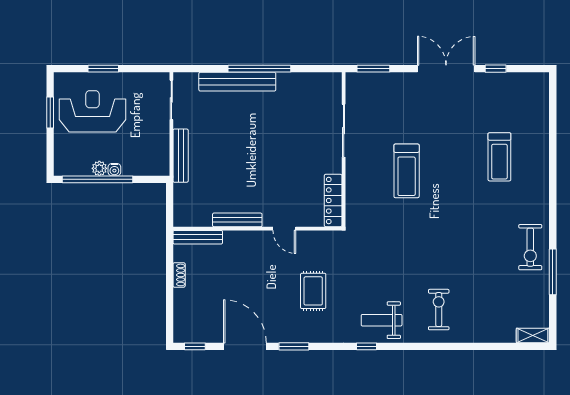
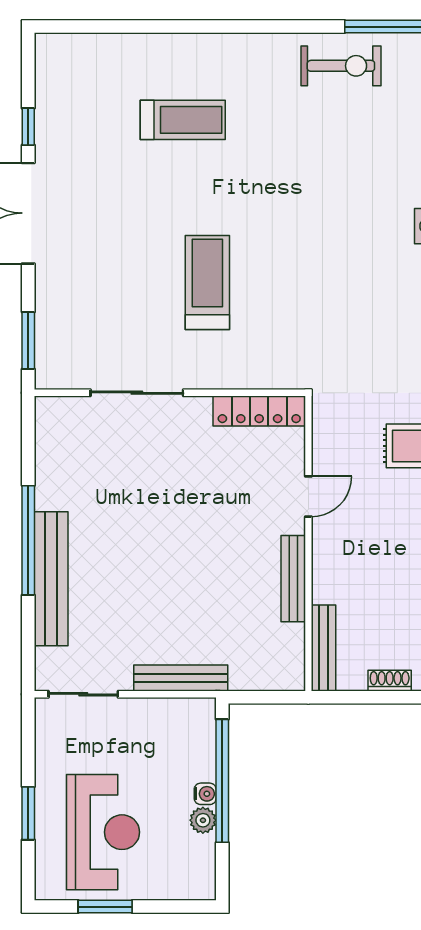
reception desk: (93, 111) -> (103, 832), turned 180
treadmill: (407, 171) -> (207, 282), turned -90
window: (97, 179) -> (222, 781), moved

